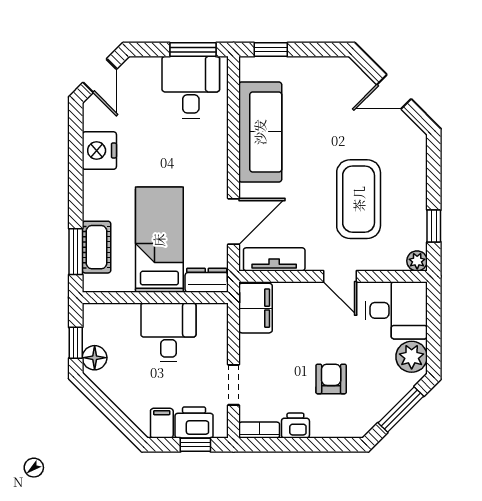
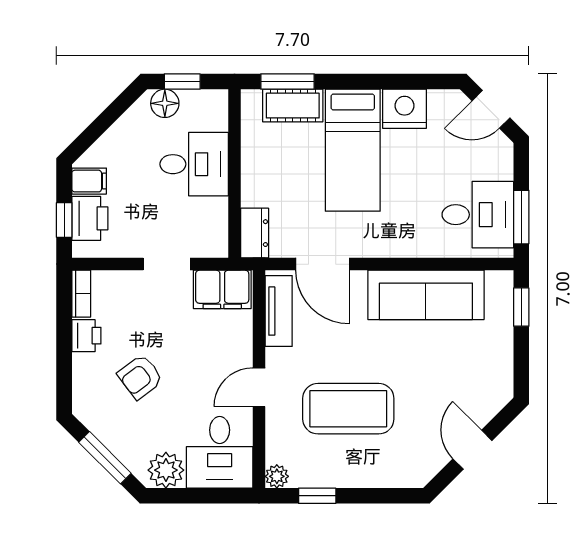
bed: (159, 240) -> (353, 150), moved, turned 90
desk: (168, 332) -> (194, 164), moved
armchair: (331, 379) -> (140, 377), turned 143
doorway: (234, 385) -> (167, 264), moved

